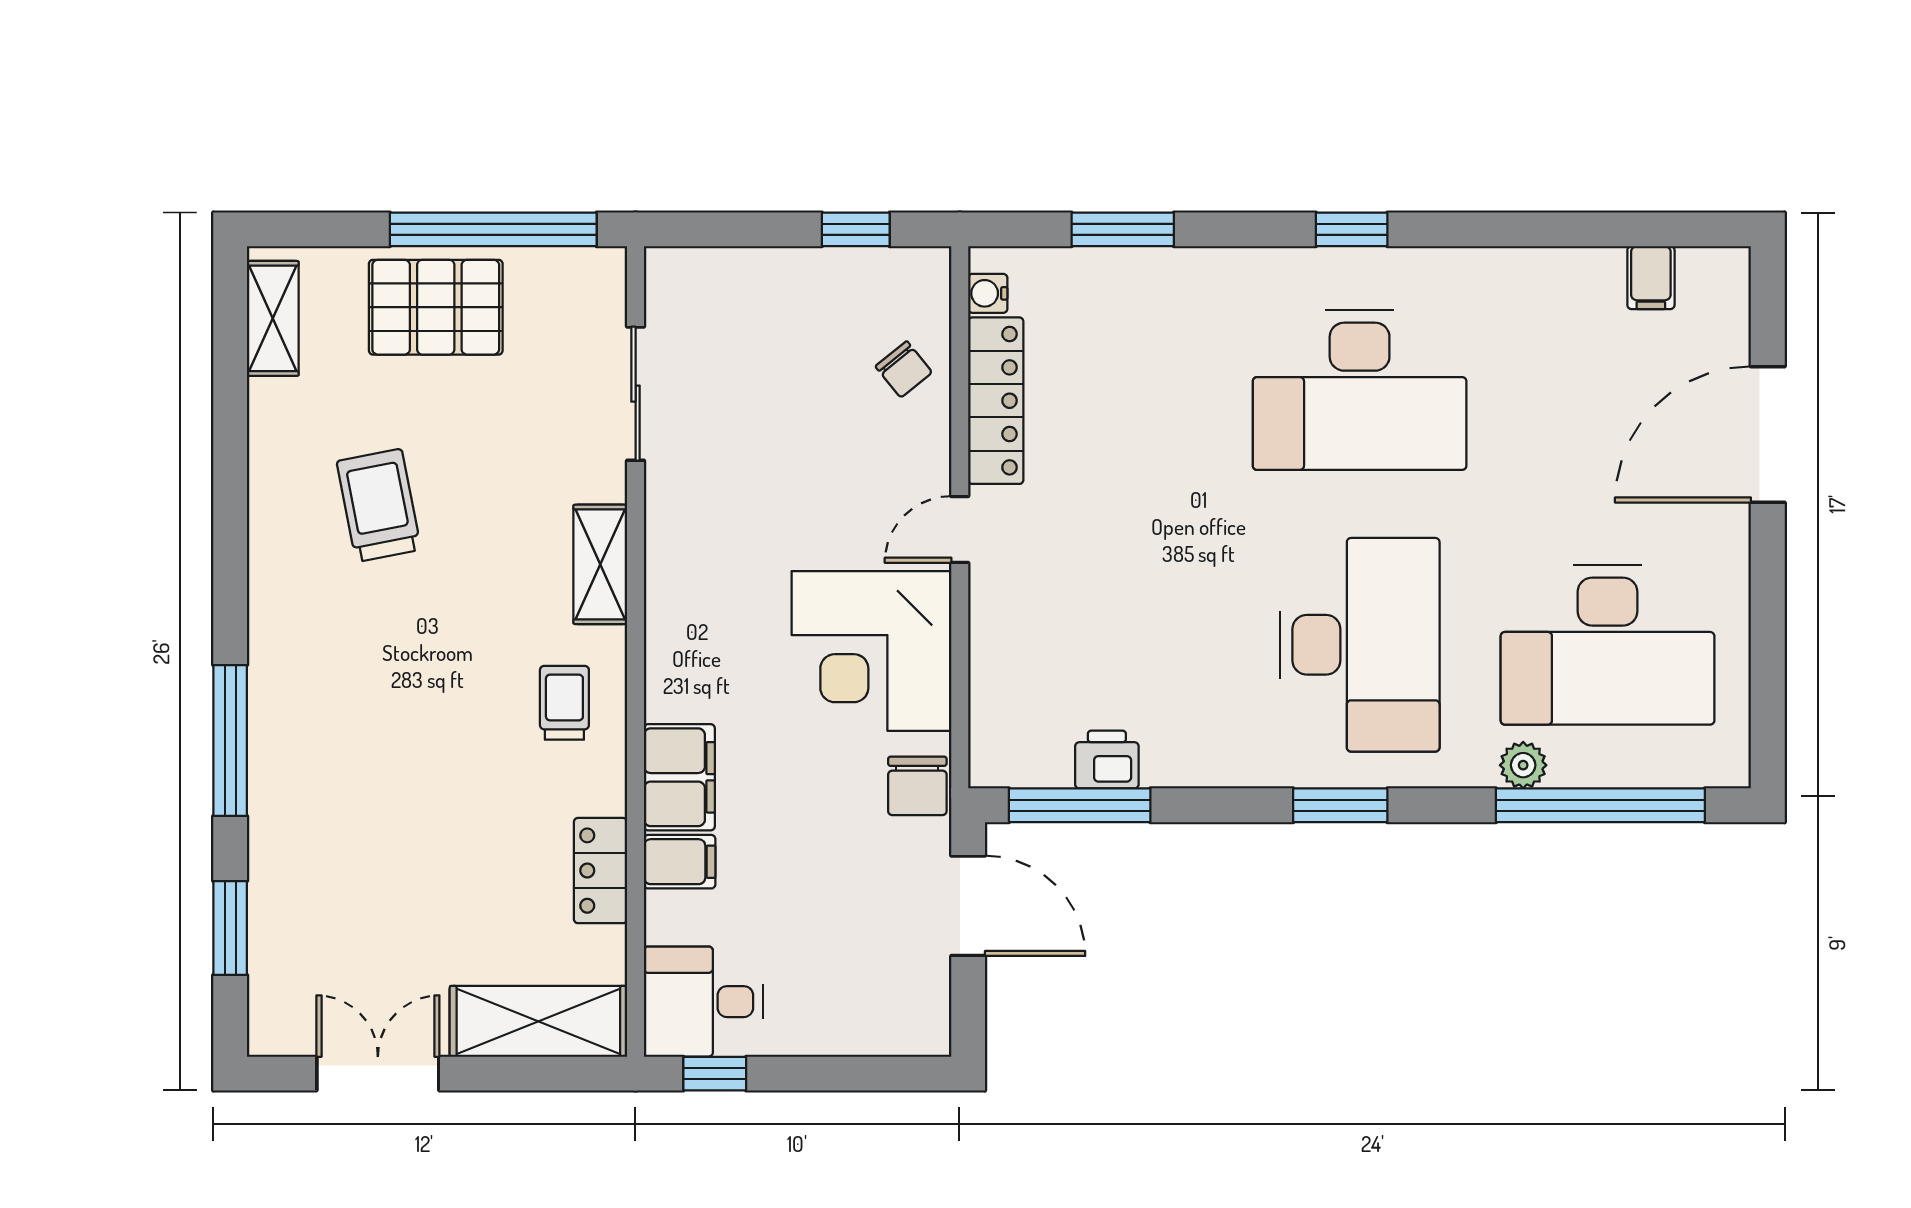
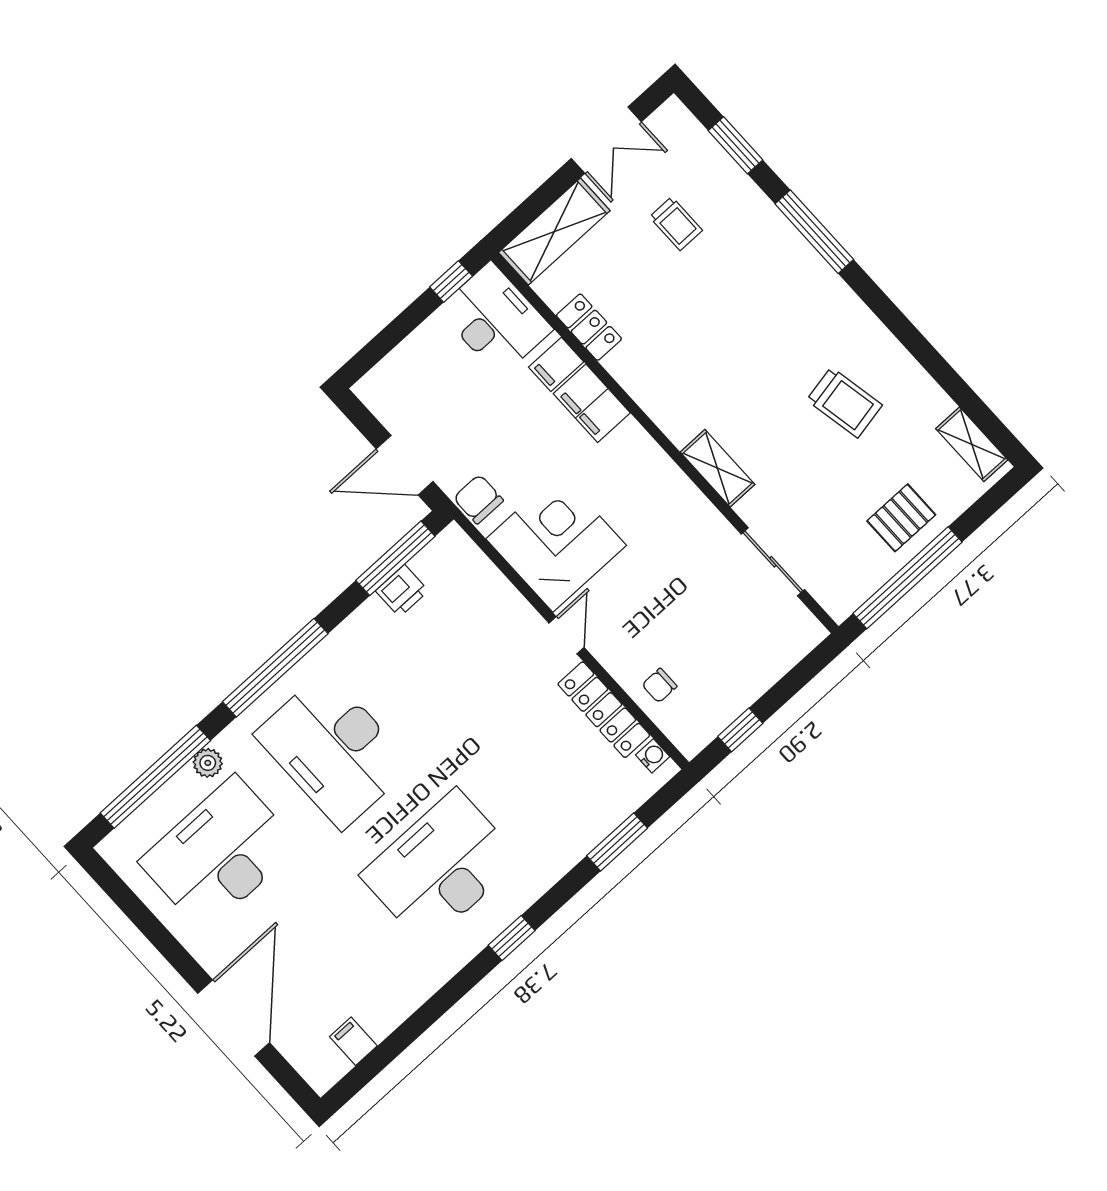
pallet: (436, 307) -> (901, 518), width x0.67, depth x0.71
chair: (904, 369) -> (659, 686), turned -51
trolley: (564, 703) -> (676, 224), moved
window: (1340, 805) -> (275, 668), width x2.11
desk: (703, 1002) -> (495, 319), width x1.37

